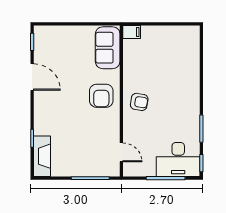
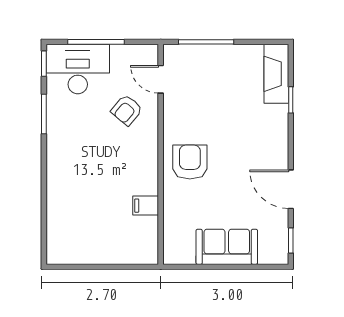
filing cabinet: (132, 32) -> (146, 206), moved
sofa: (108, 48) -> (227, 247), moved, turned -90
armchair: (139, 102) -> (127, 110), moved, turned -59

